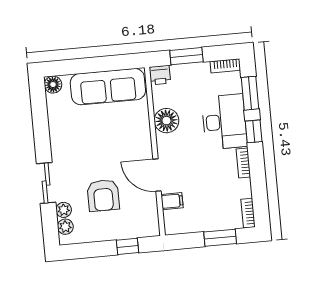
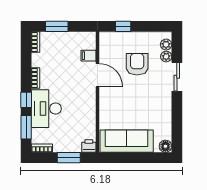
floor lamp: (166, 121) -> (87, 113), removed

